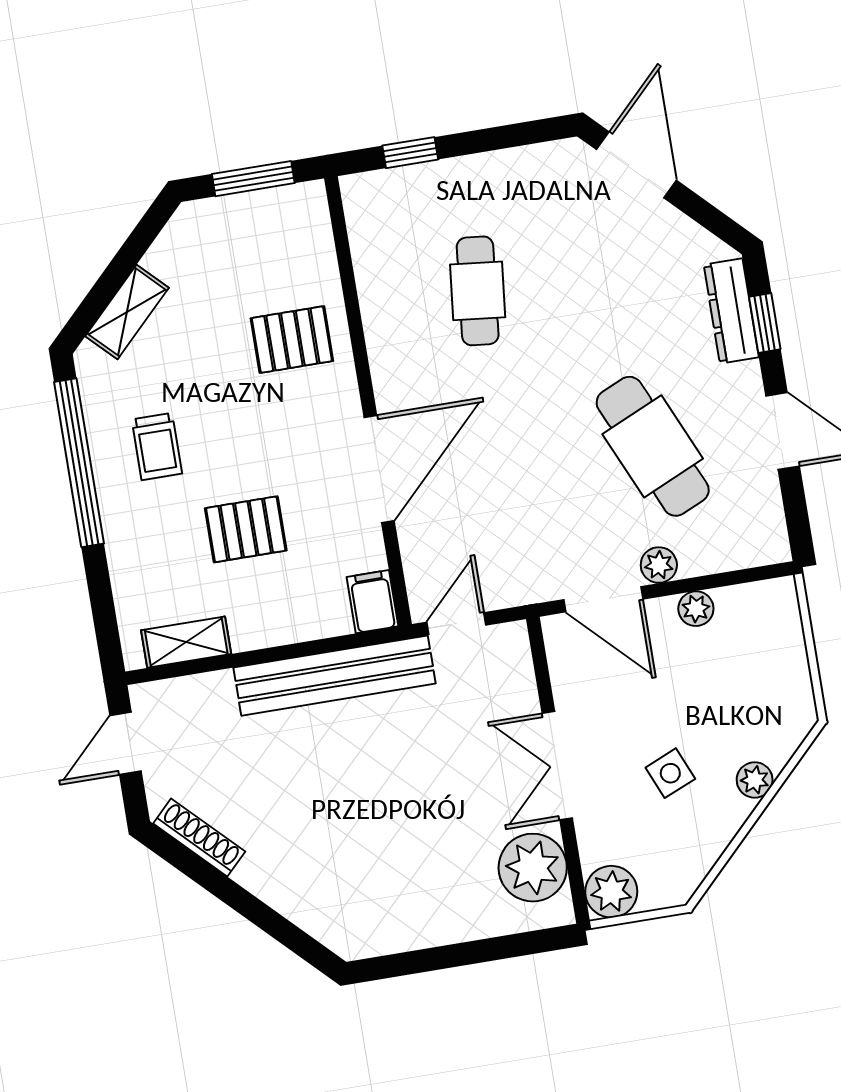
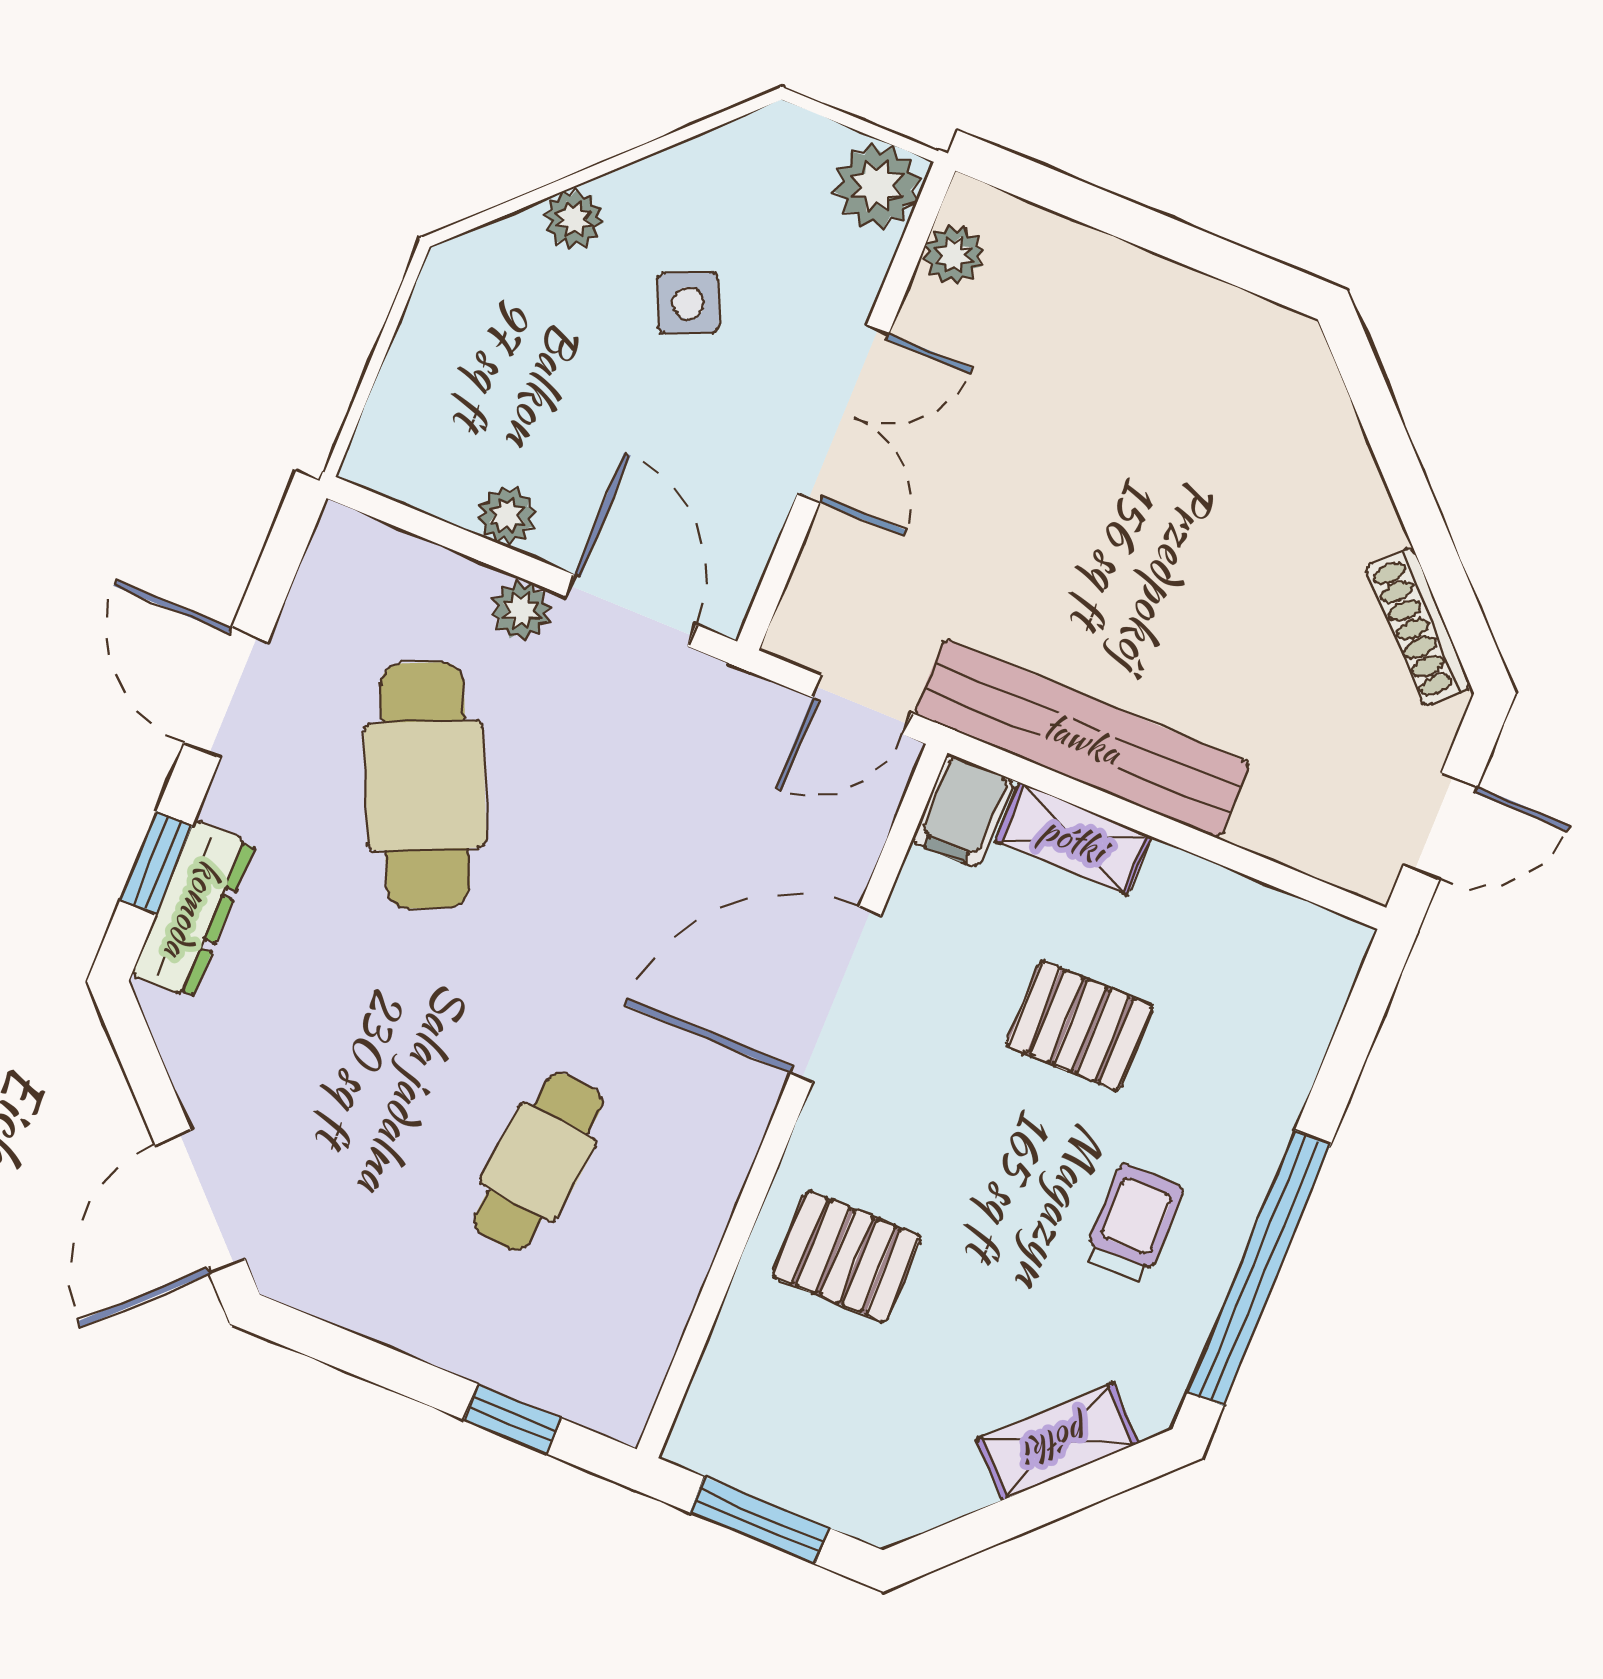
shelving: (186, 642) -> (1073, 839), moved
plant: (533, 868) -> (954, 255), width x0.53, depth x0.53

